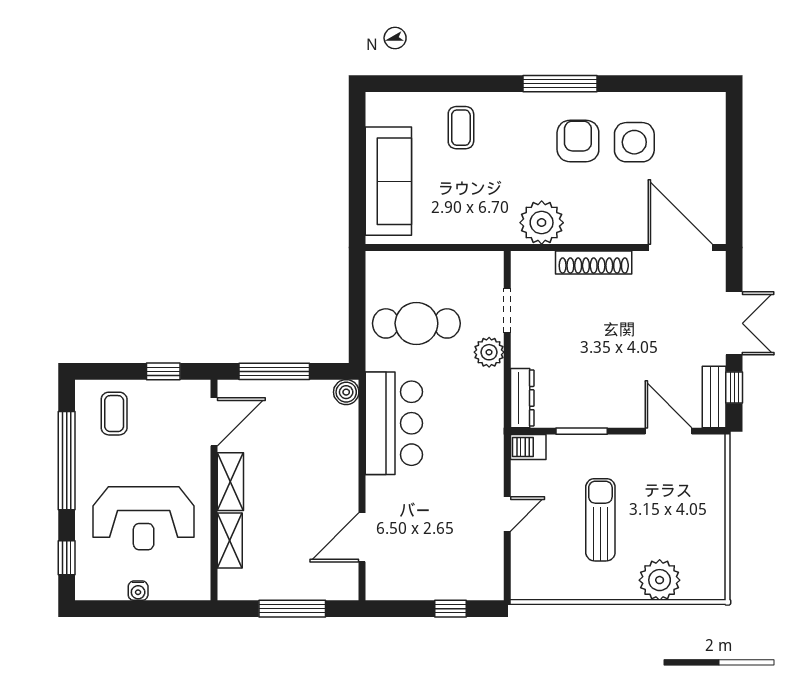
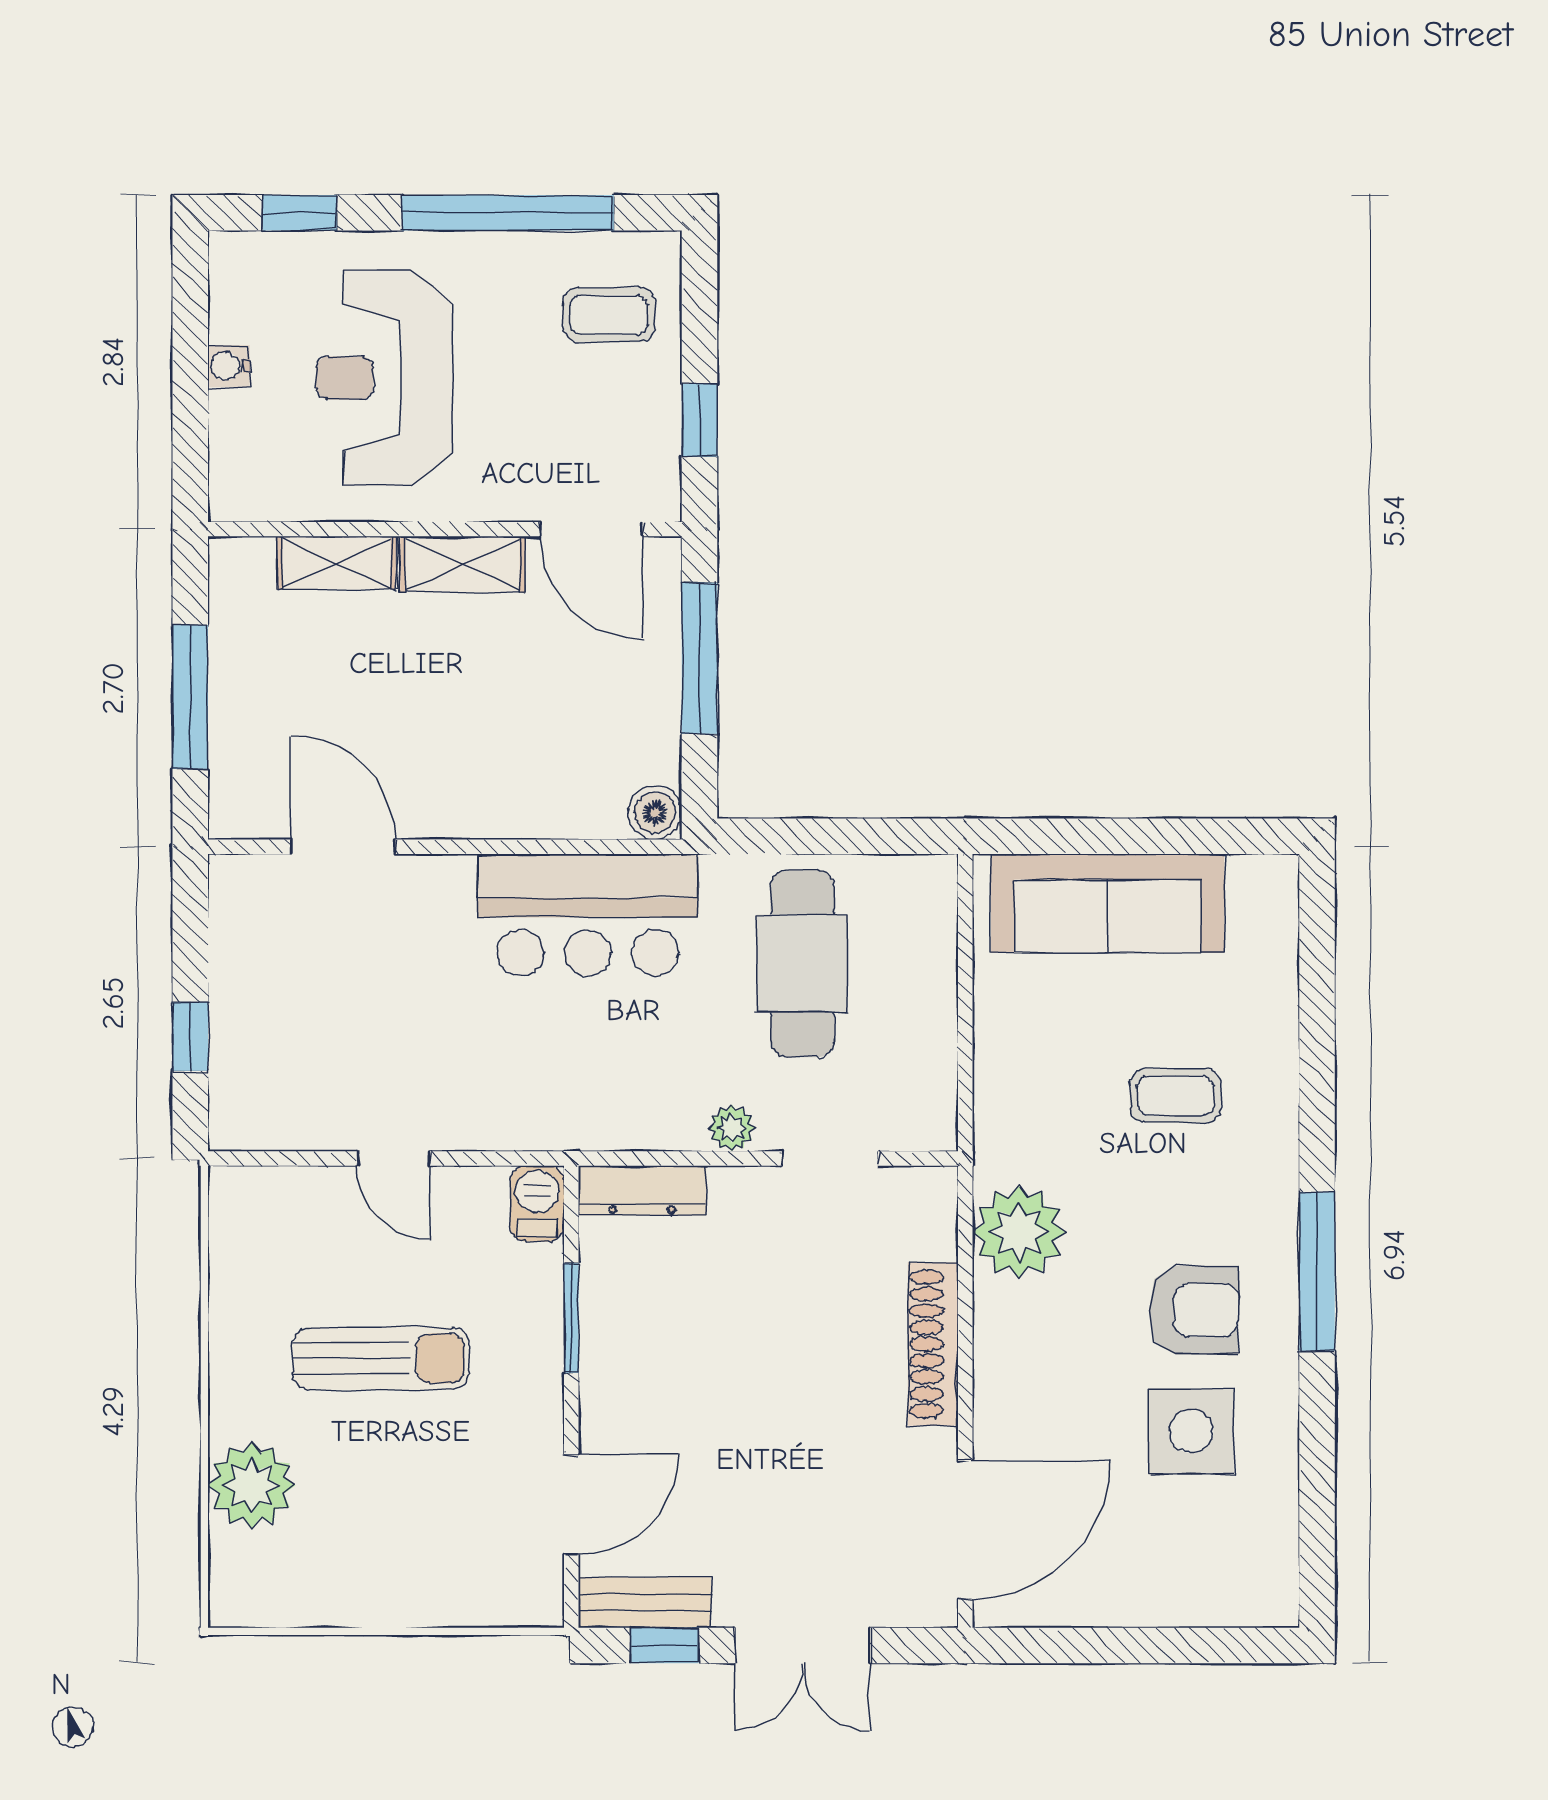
coffee table: (461, 128) -> (1175, 1096), moved
plant: (489, 352) -> (732, 1128), width x0.73, depth x0.73

